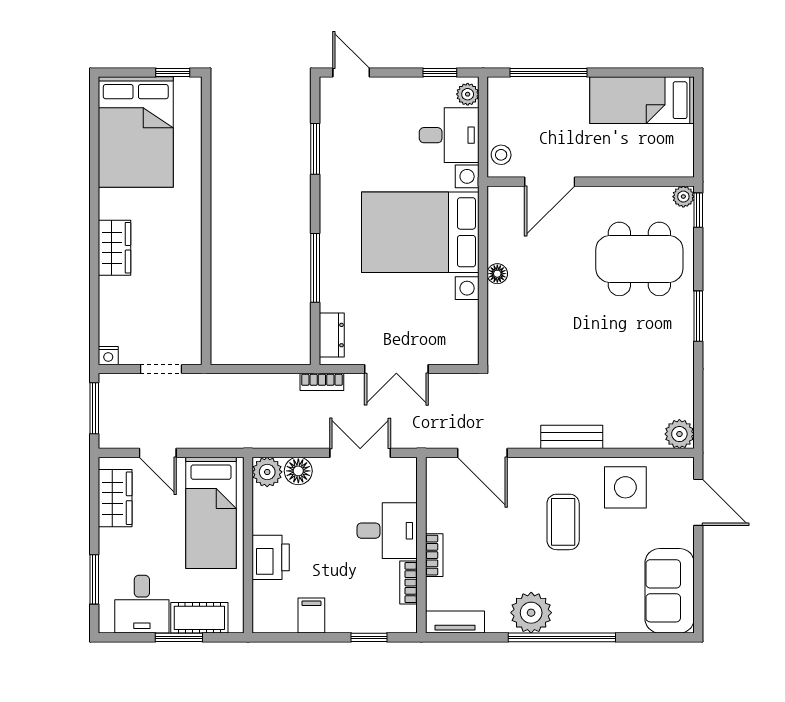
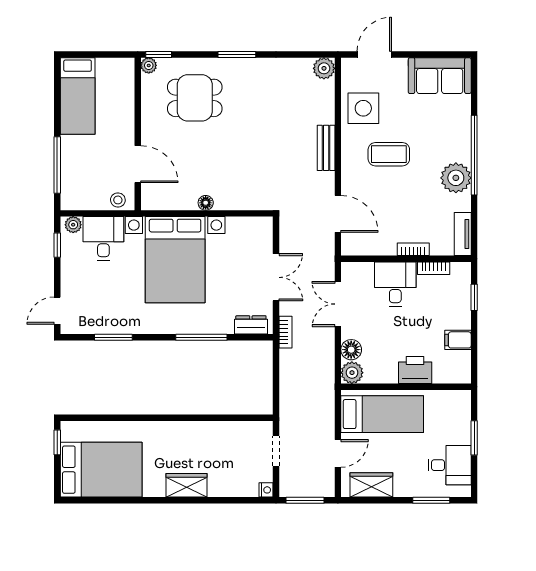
dining table: (639, 259) -> (195, 98), width x0.73
door: (482, 453) -> (338, 214), hinge flipped
cot: (199, 618) -> (460, 423), removed

